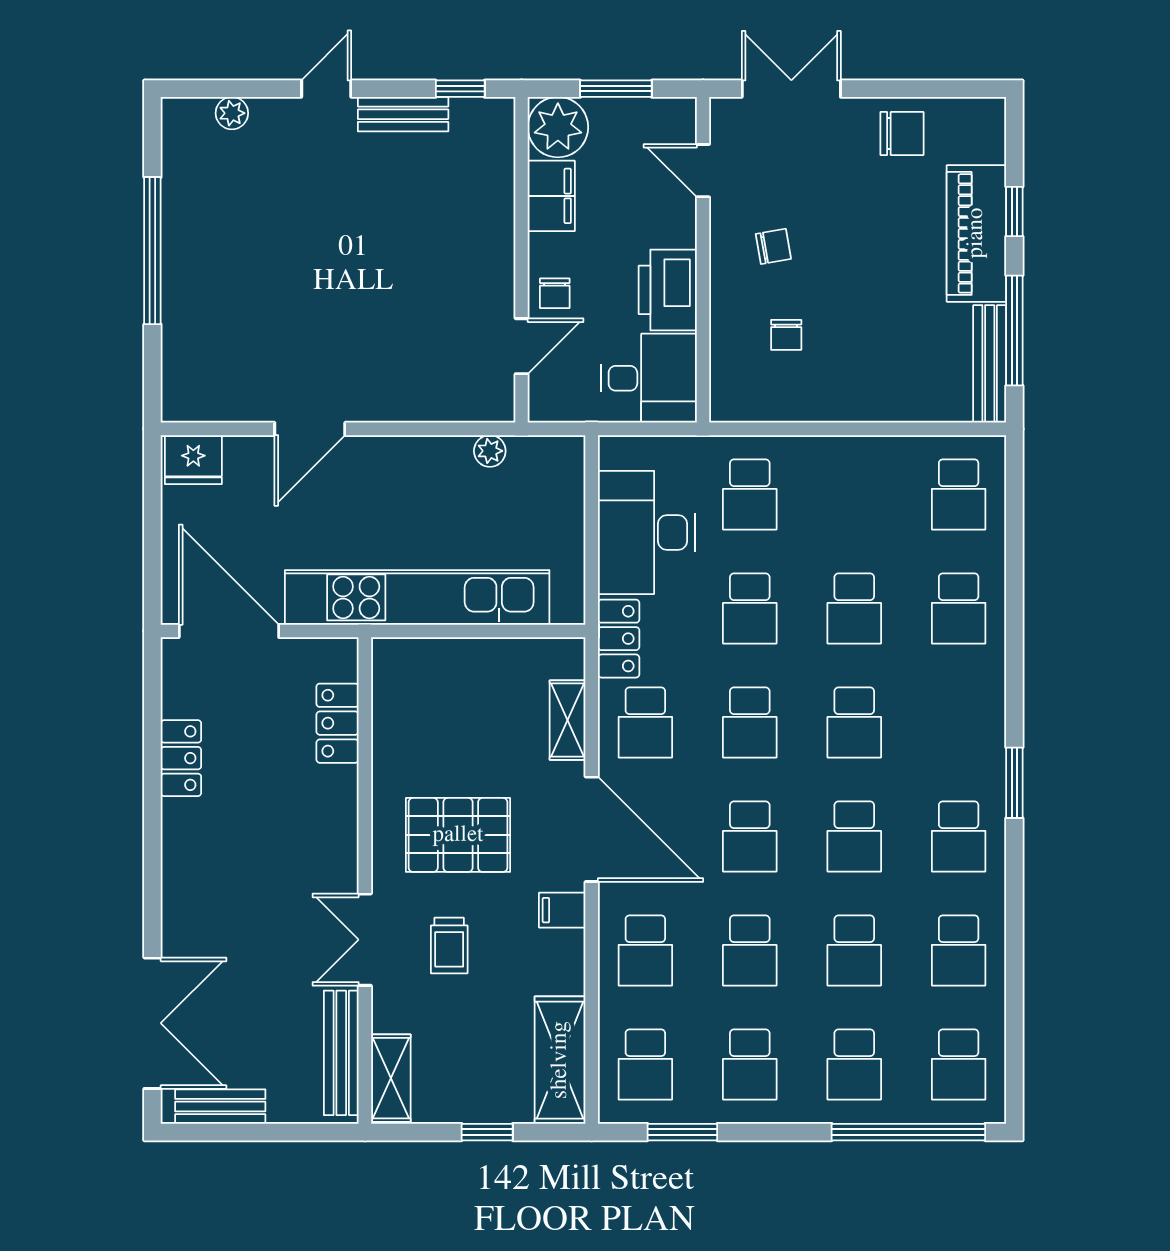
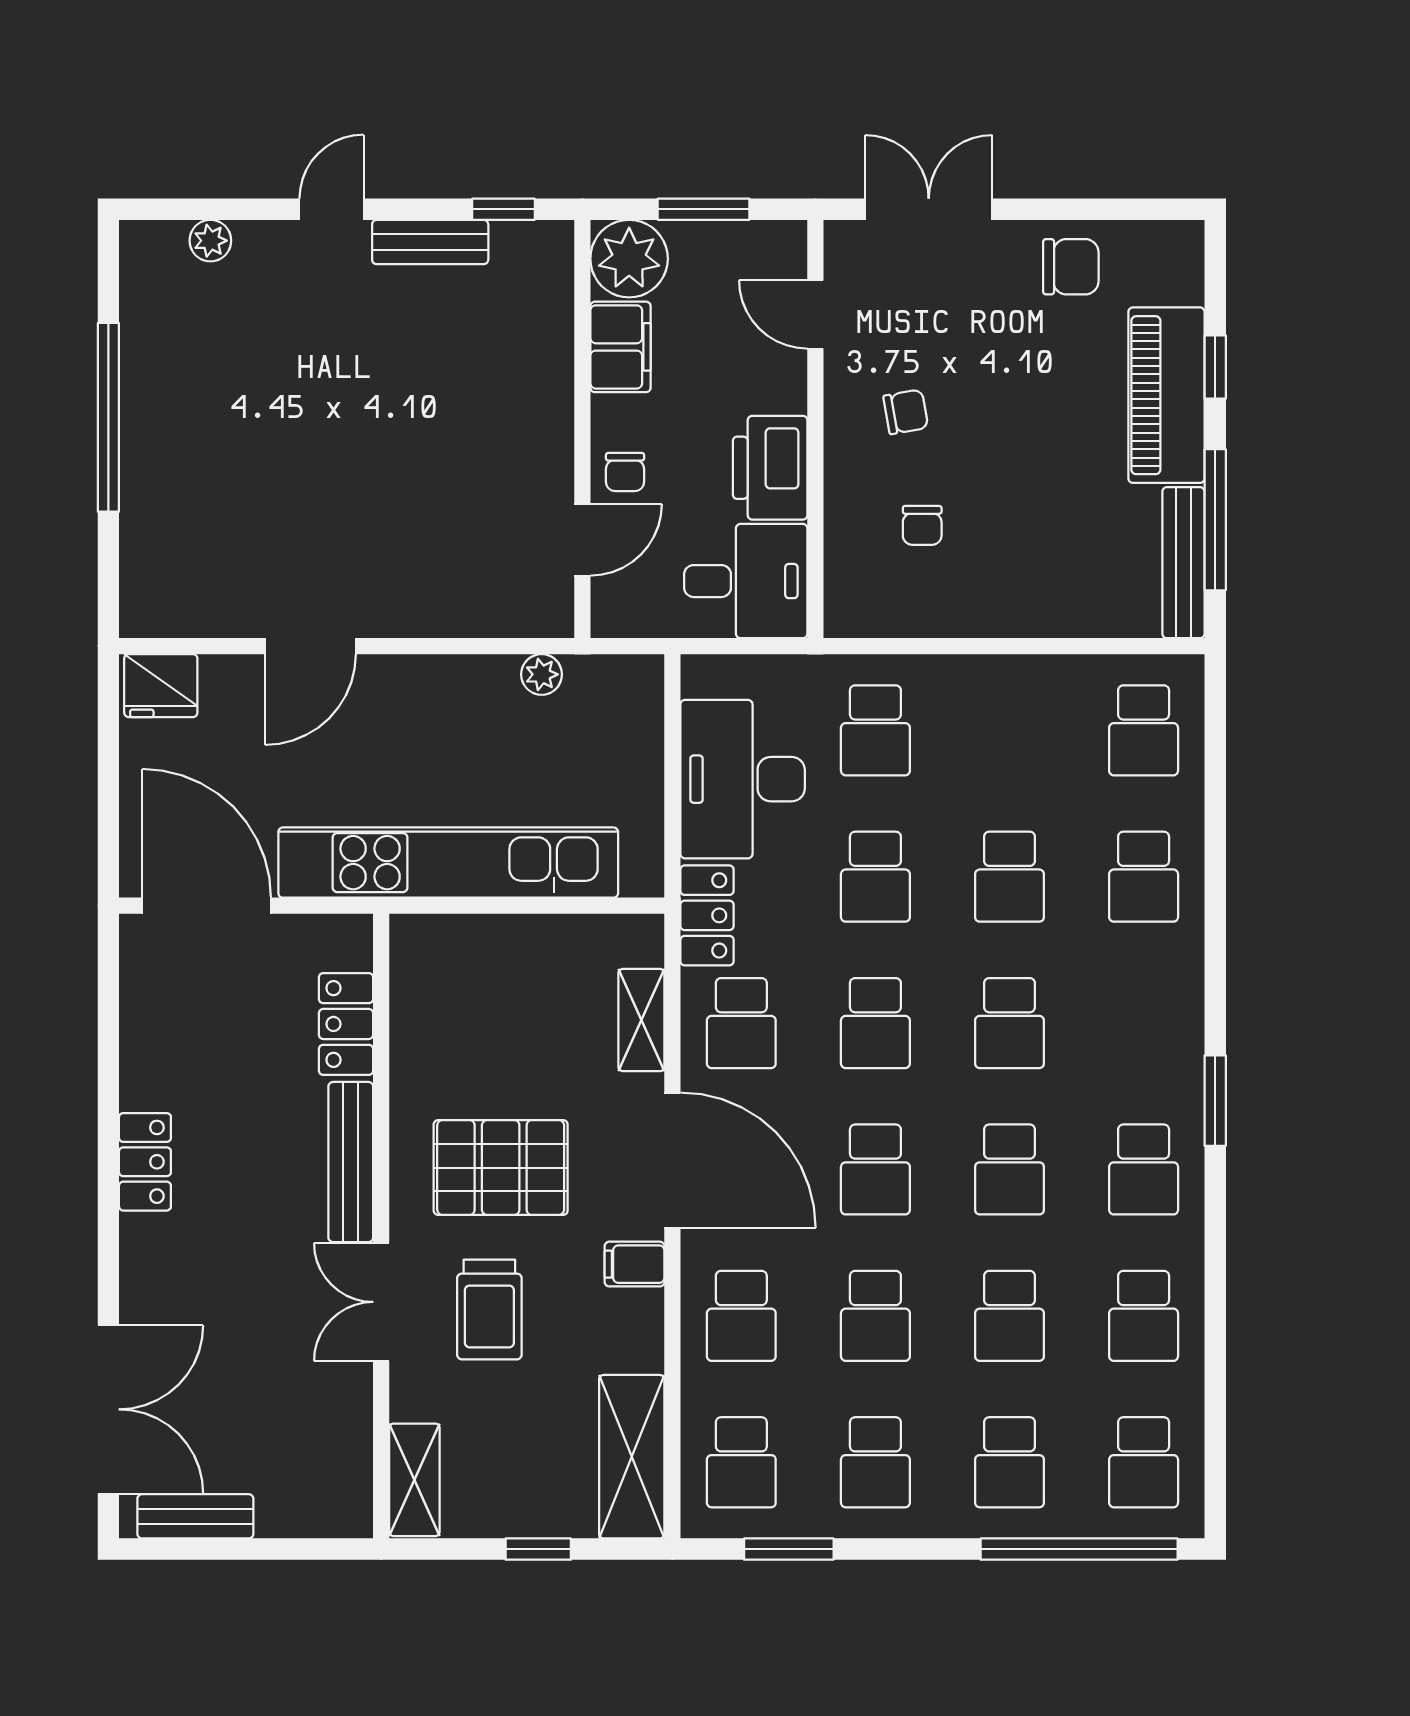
locker: (181, 758) -> (145, 1162), moved
trolley: (449, 945) -> (489, 1309), width x1.36, depth x1.39
bench: (341, 1053) -> (351, 1162), moved

